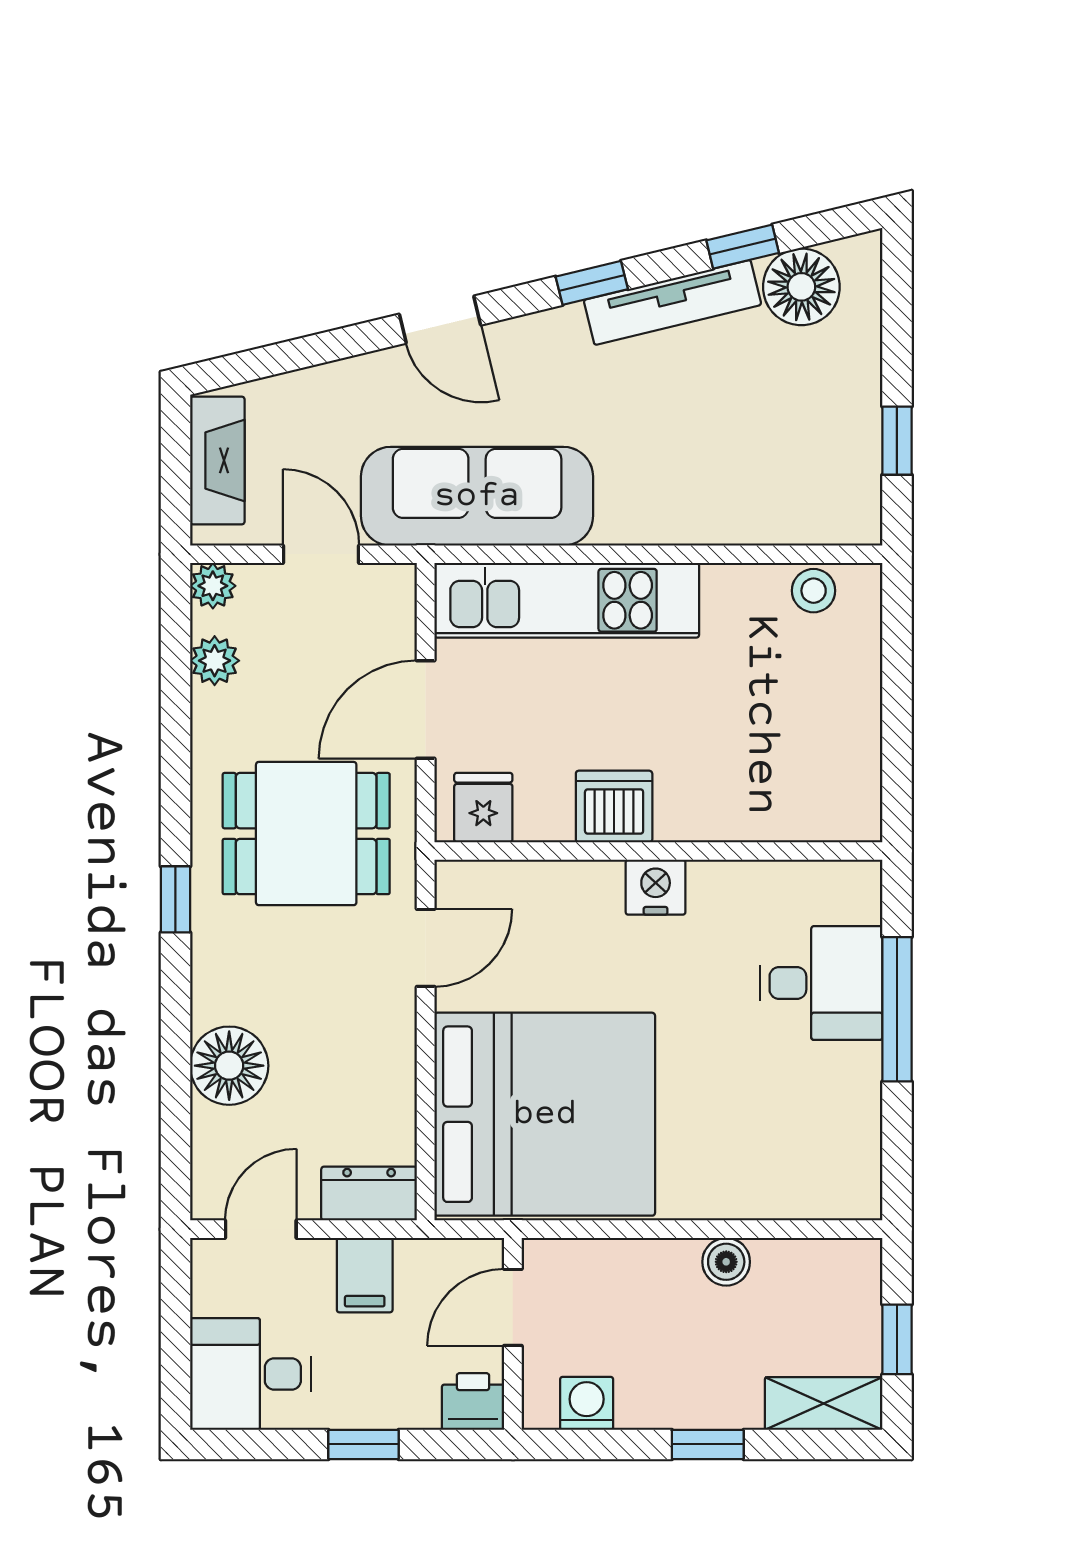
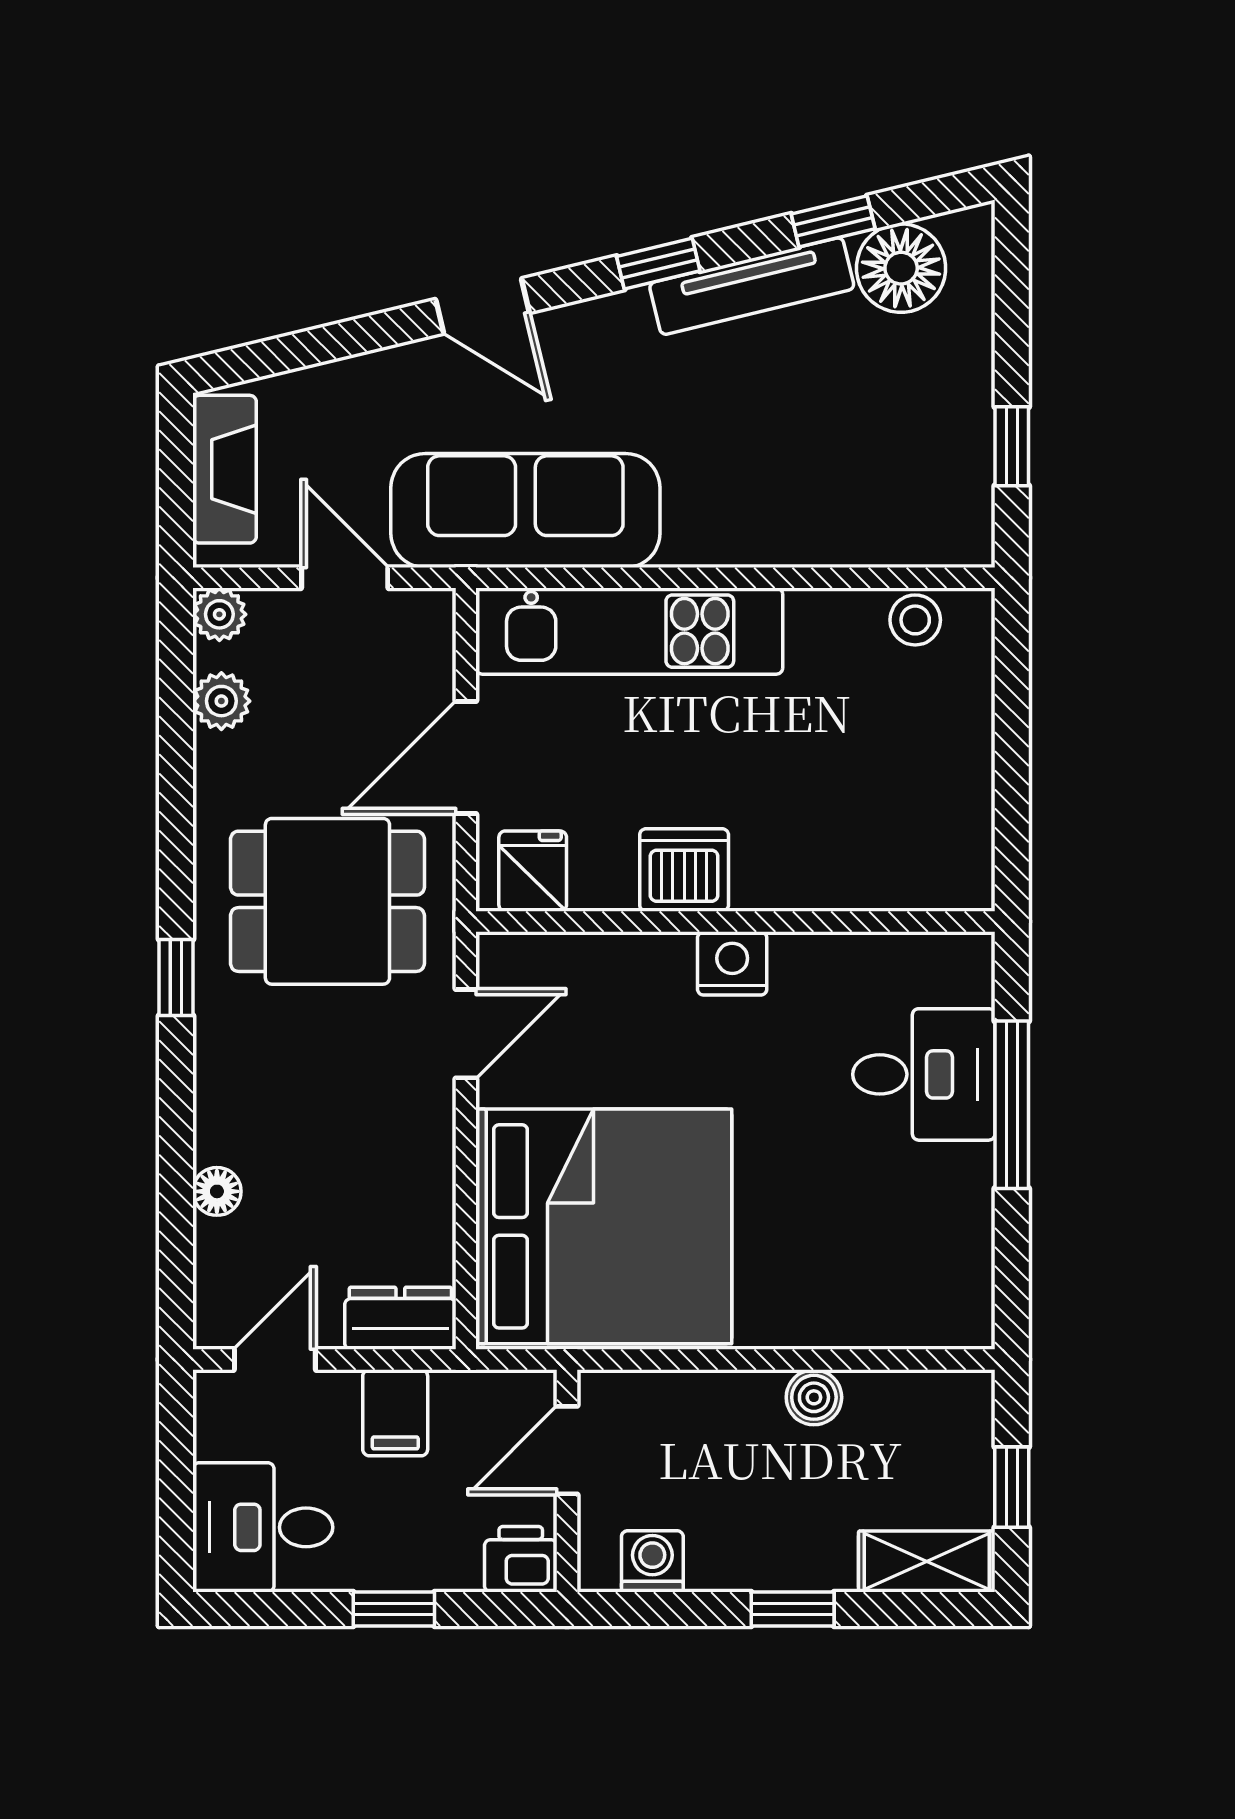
floor lamp: (229, 1066) -> (217, 1191), width x0.53, depth x0.53

